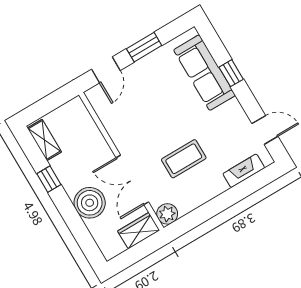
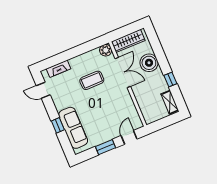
wardrobe: (139, 231) -> (128, 41), width x1.50

